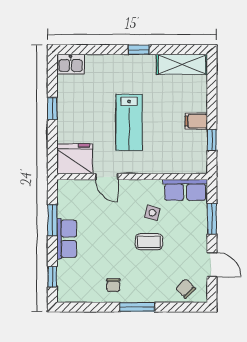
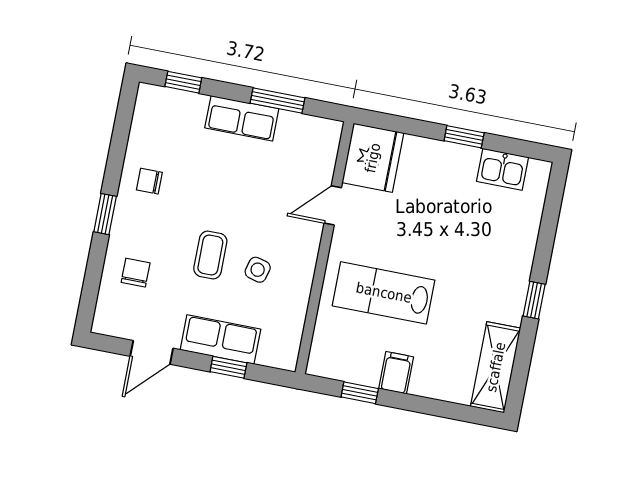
kitchen sink: (71, 64) -> (502, 169), moved, turned -90
lab bench: (129, 122) -> (384, 293), moved
row of seats: (185, 190) -> (220, 339), moved, turned 90
window: (212, 219) -> (228, 367), width x0.67
chair: (186, 288) -> (136, 273), moved, turned -46
window: (137, 307) -> (105, 214), width x0.67

